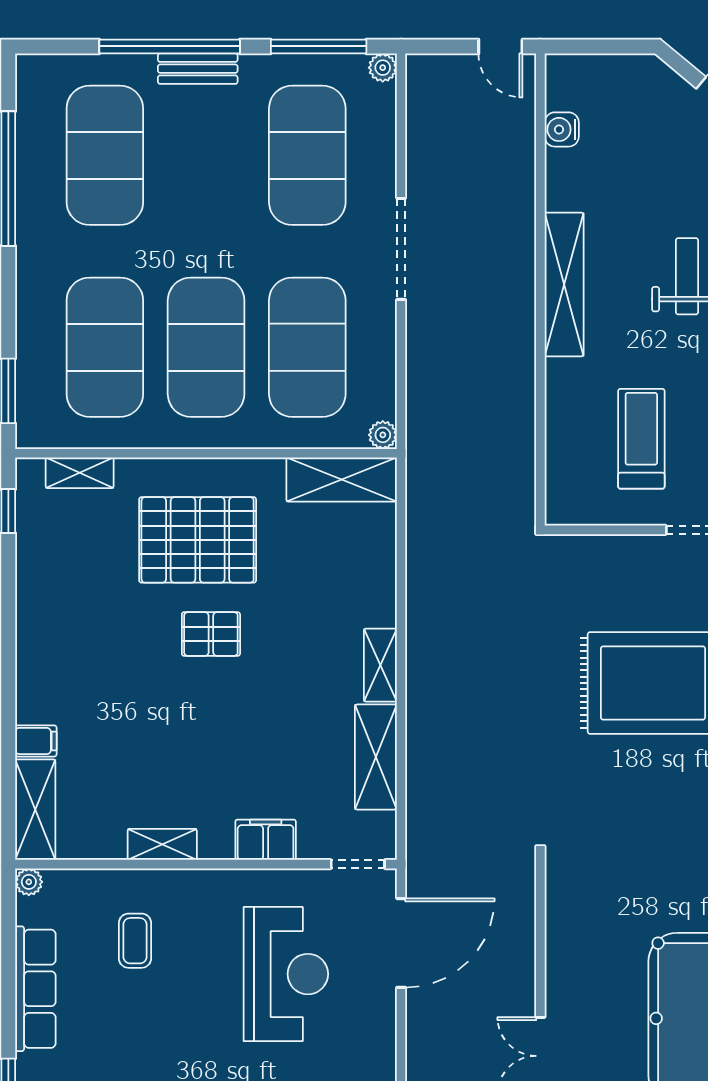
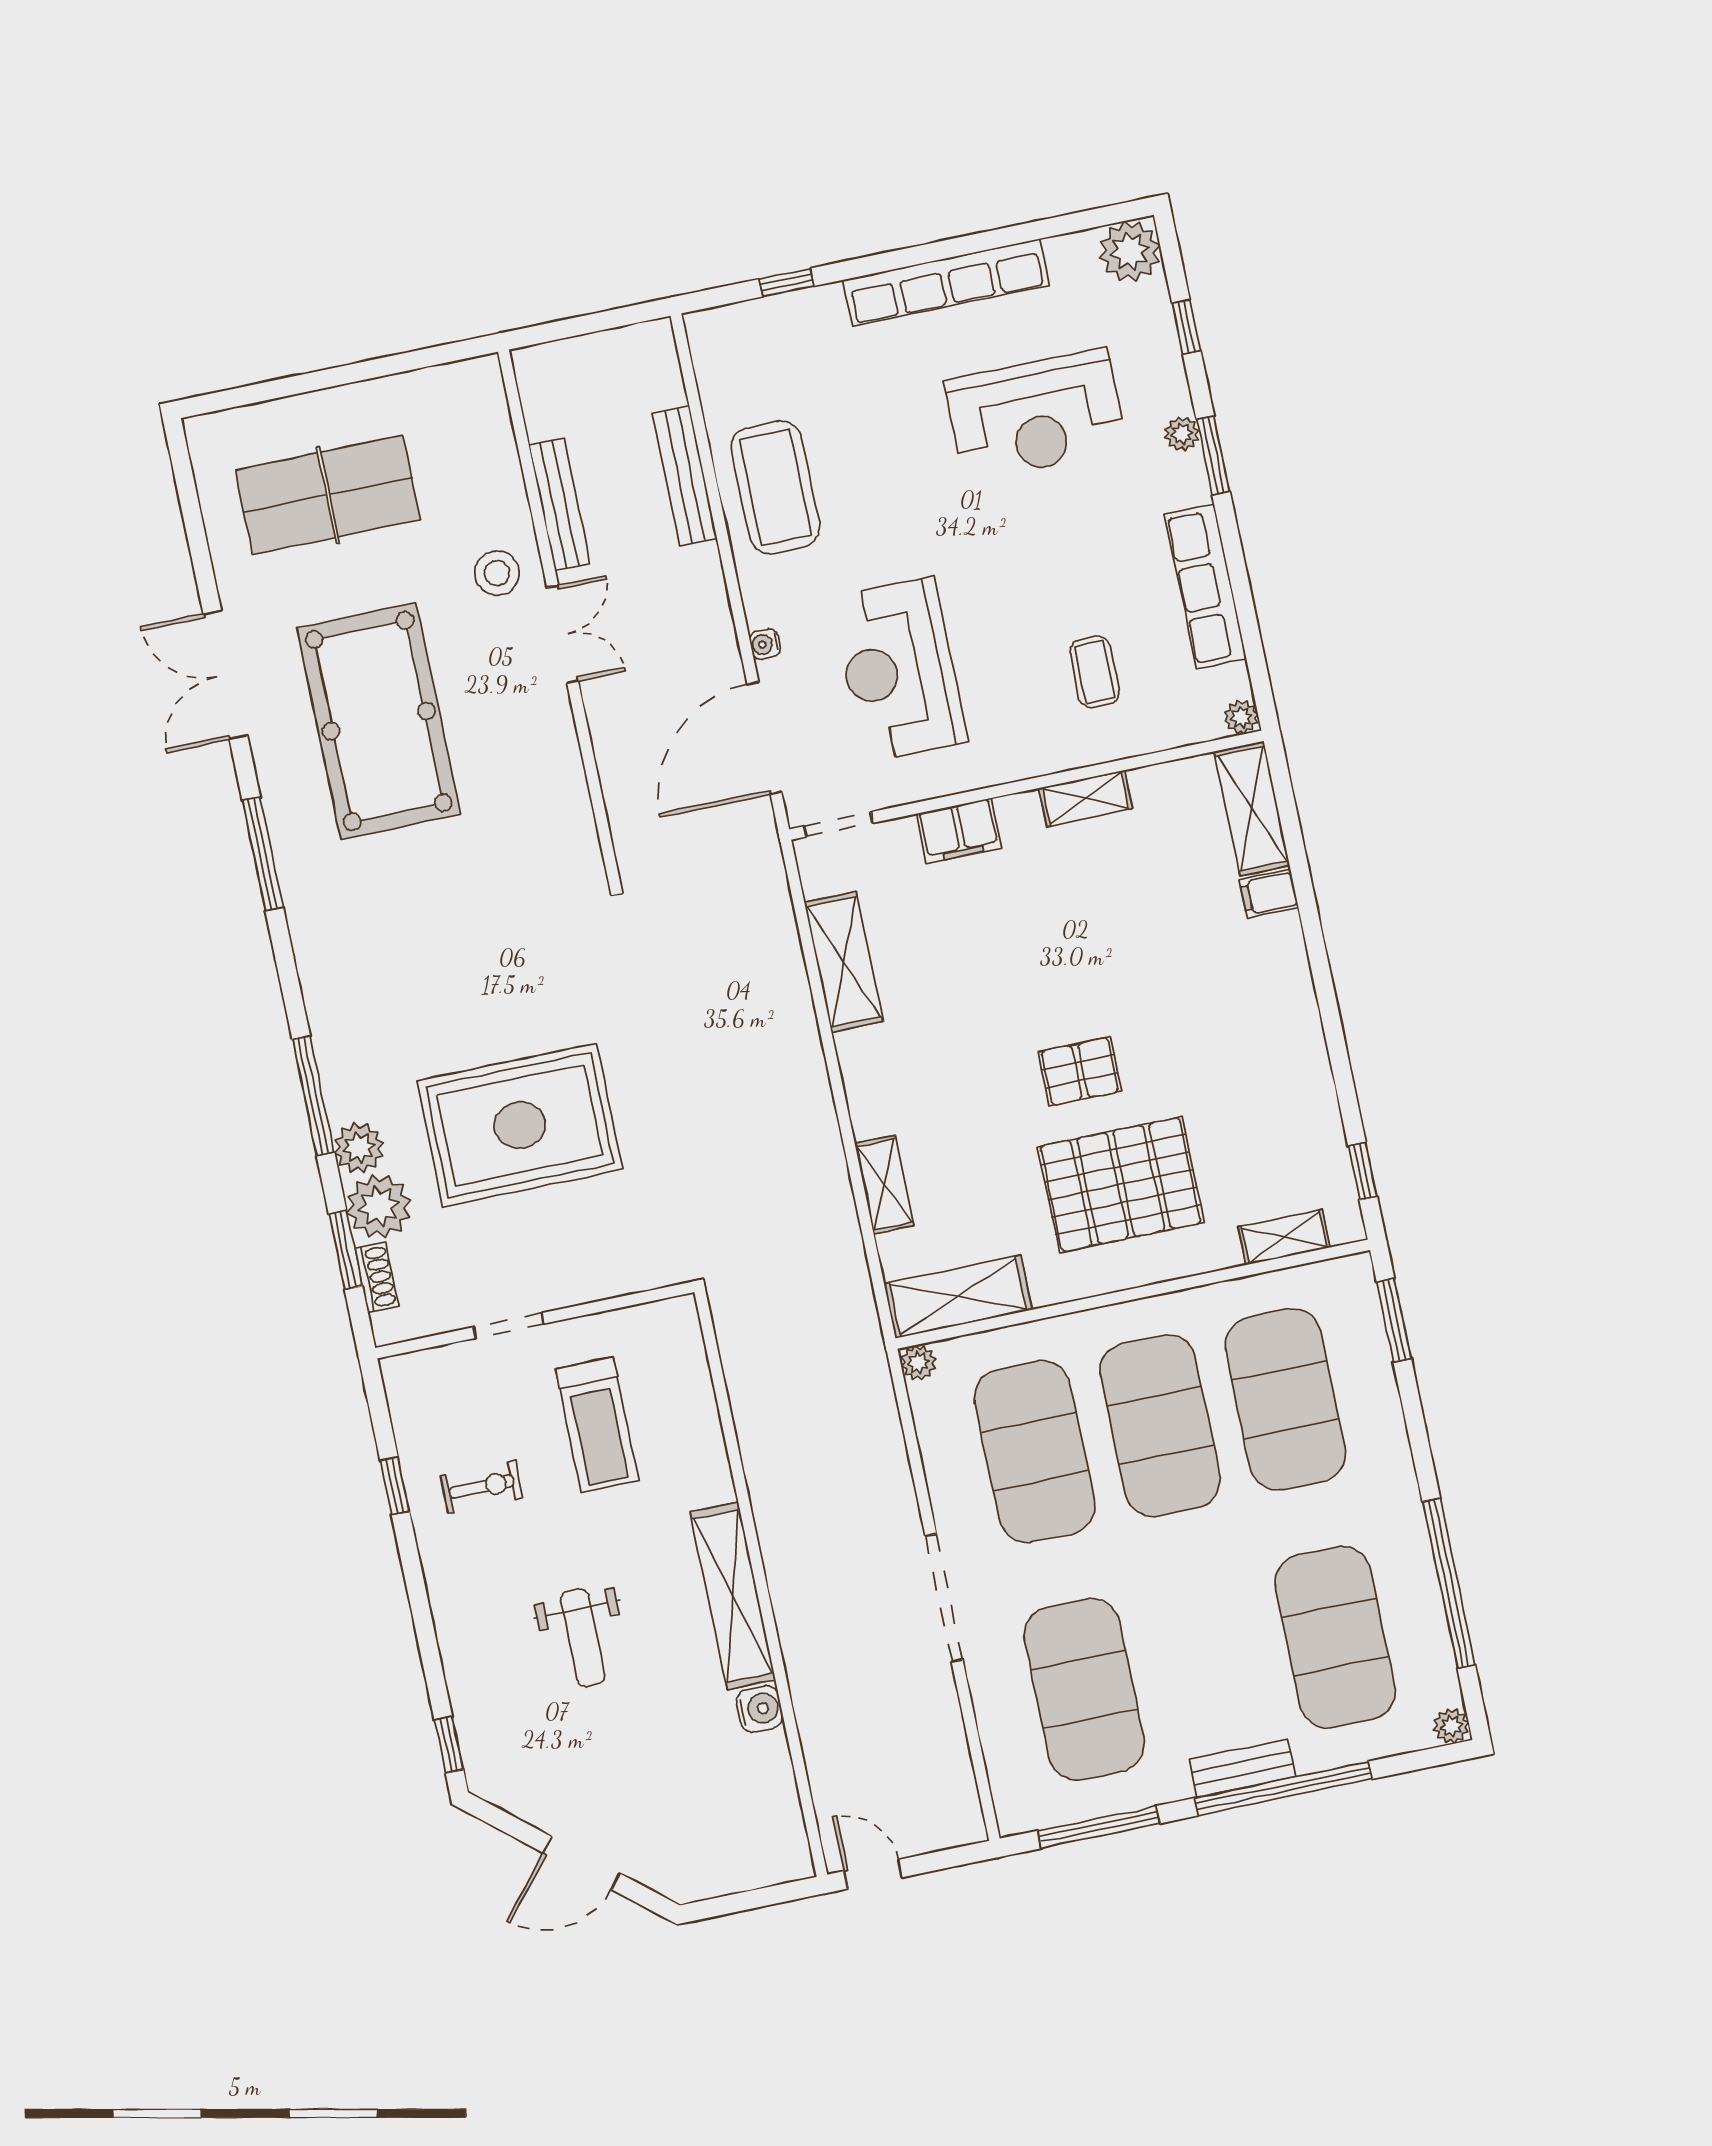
plant: (383, 68) -> (1451, 1726), moved
water cooler: (562, 129) -> (760, 1709), moved
shelving: (380, 665) -> (884, 1184), moved
water cooler: (386, 1016) -> (765, 644), added

